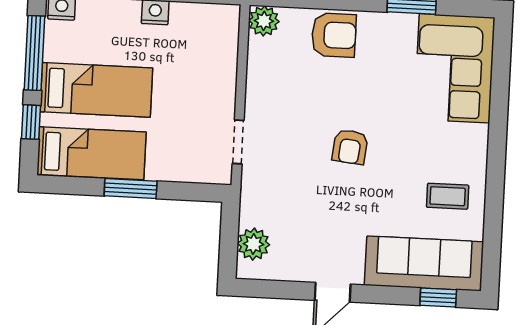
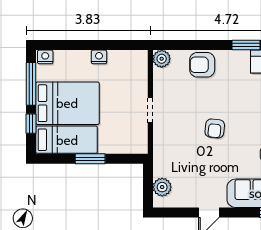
armchair: (334, 35) -> (202, 65), turned 180
bed: (96, 90) -> (67, 103), width x1.50
doorway: (238, 142) -> (150, 110), moved

